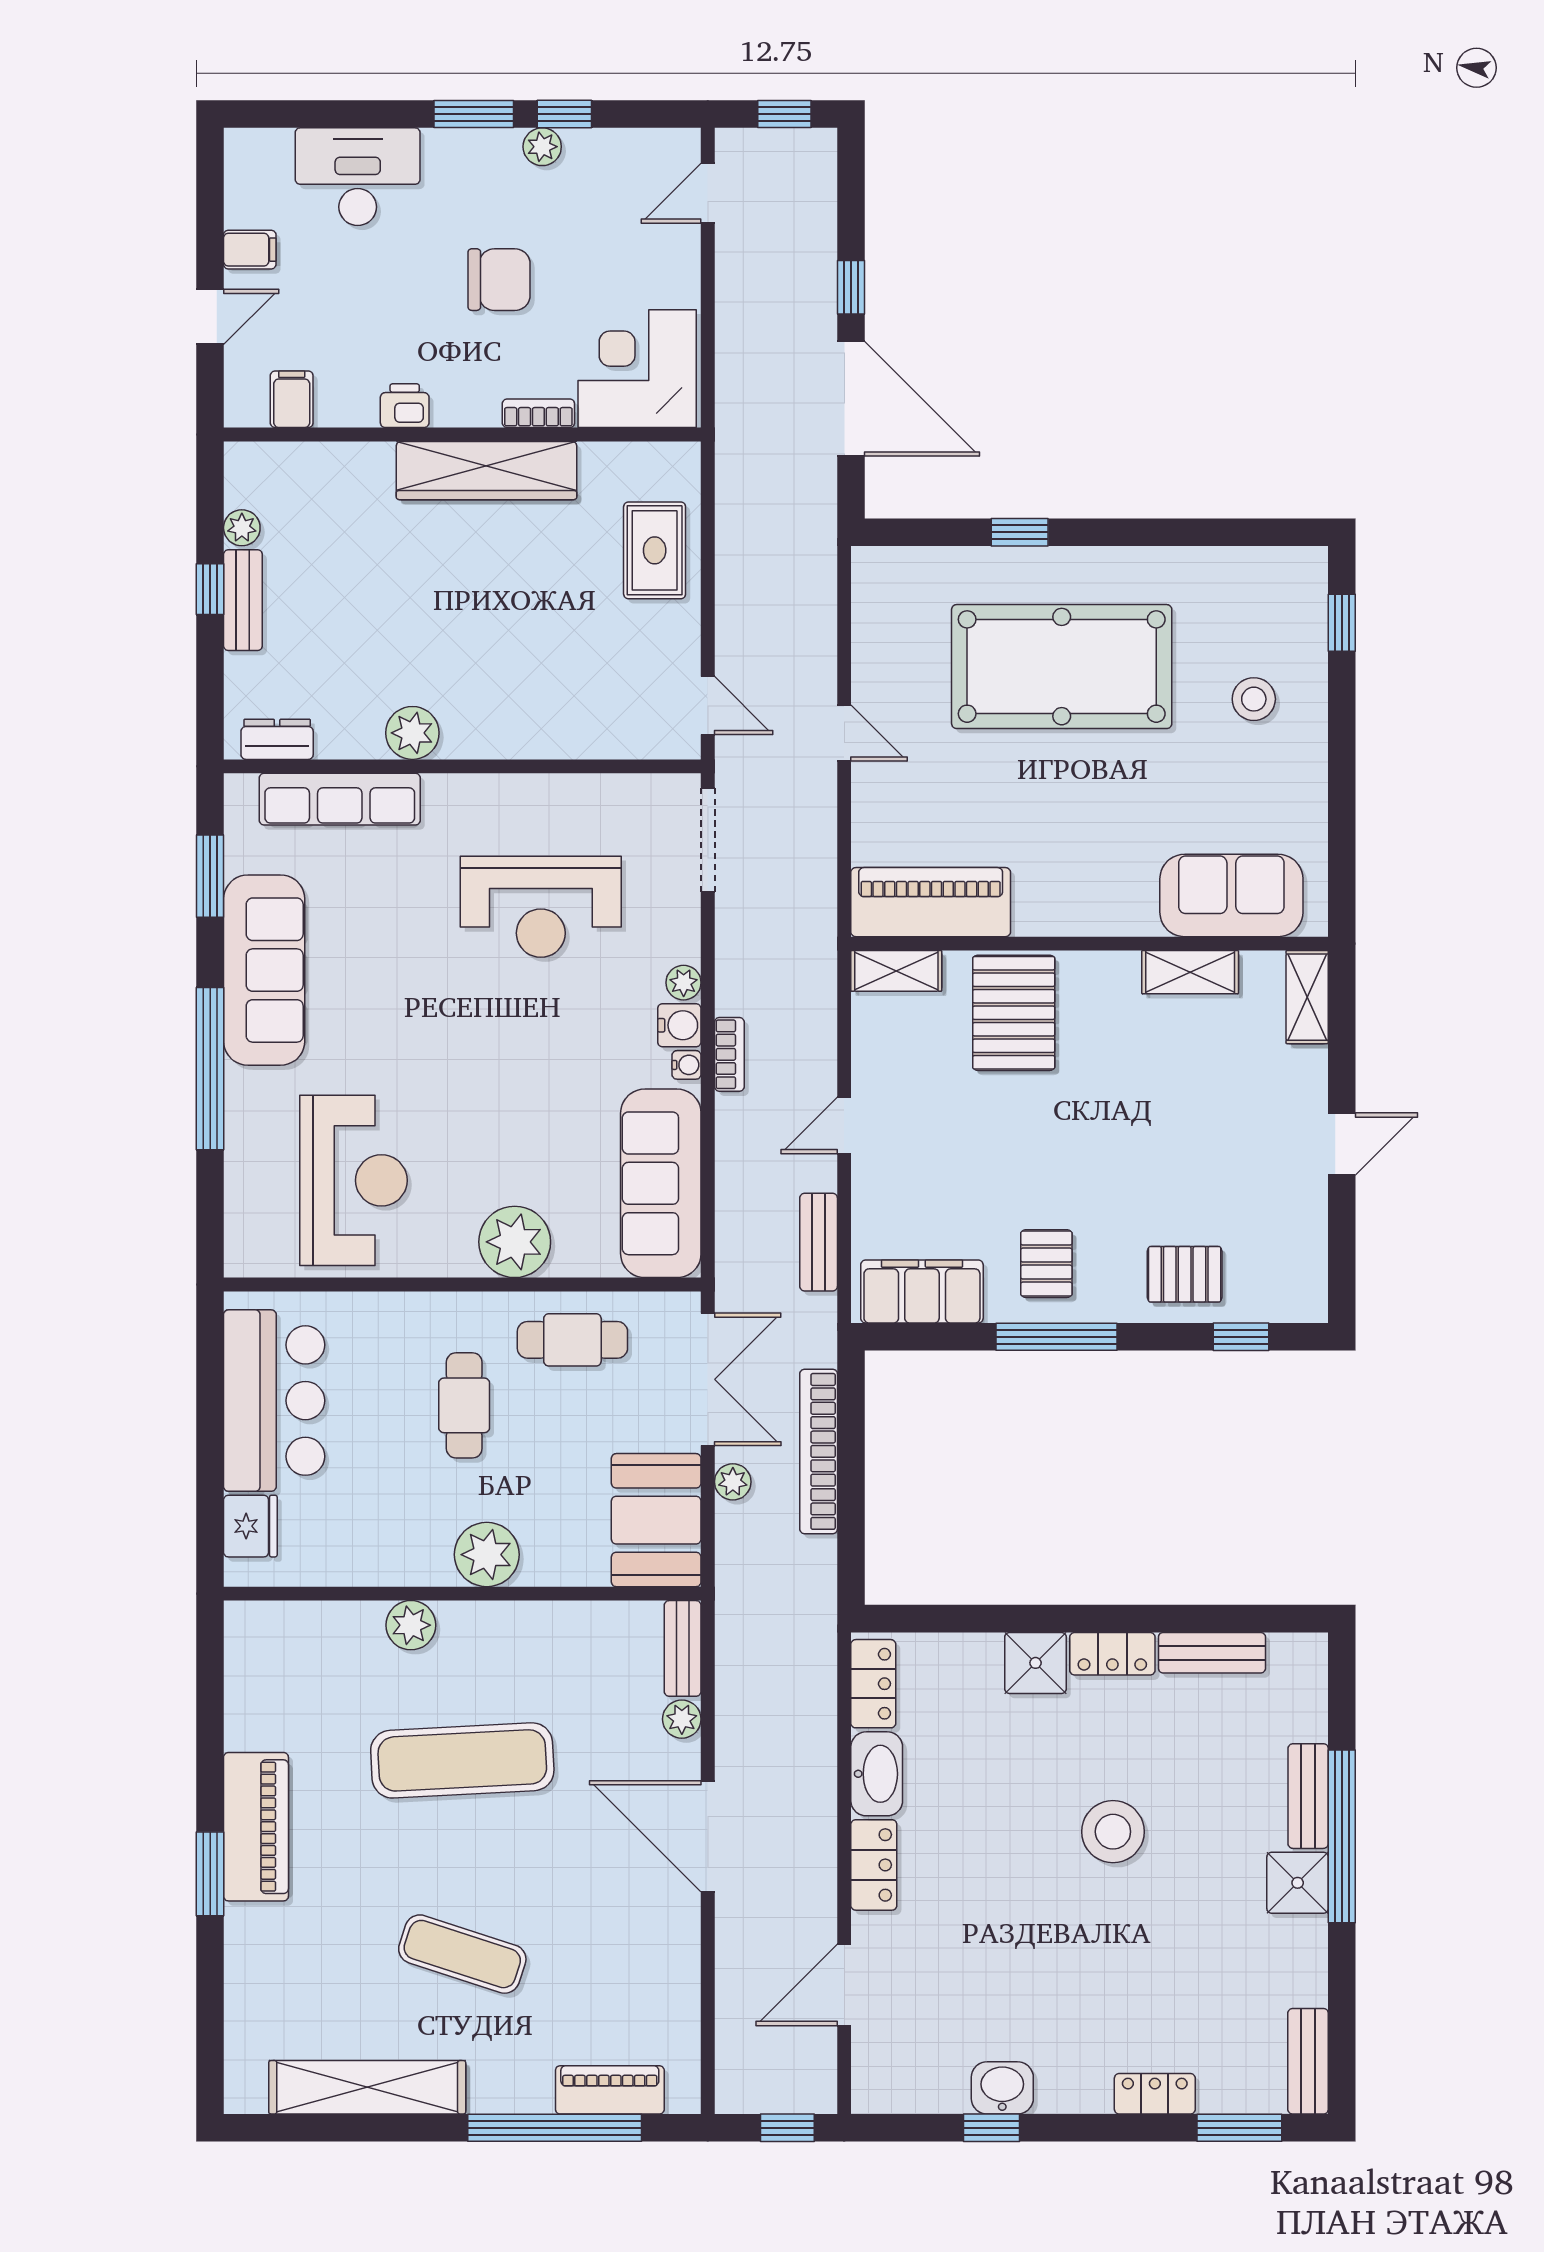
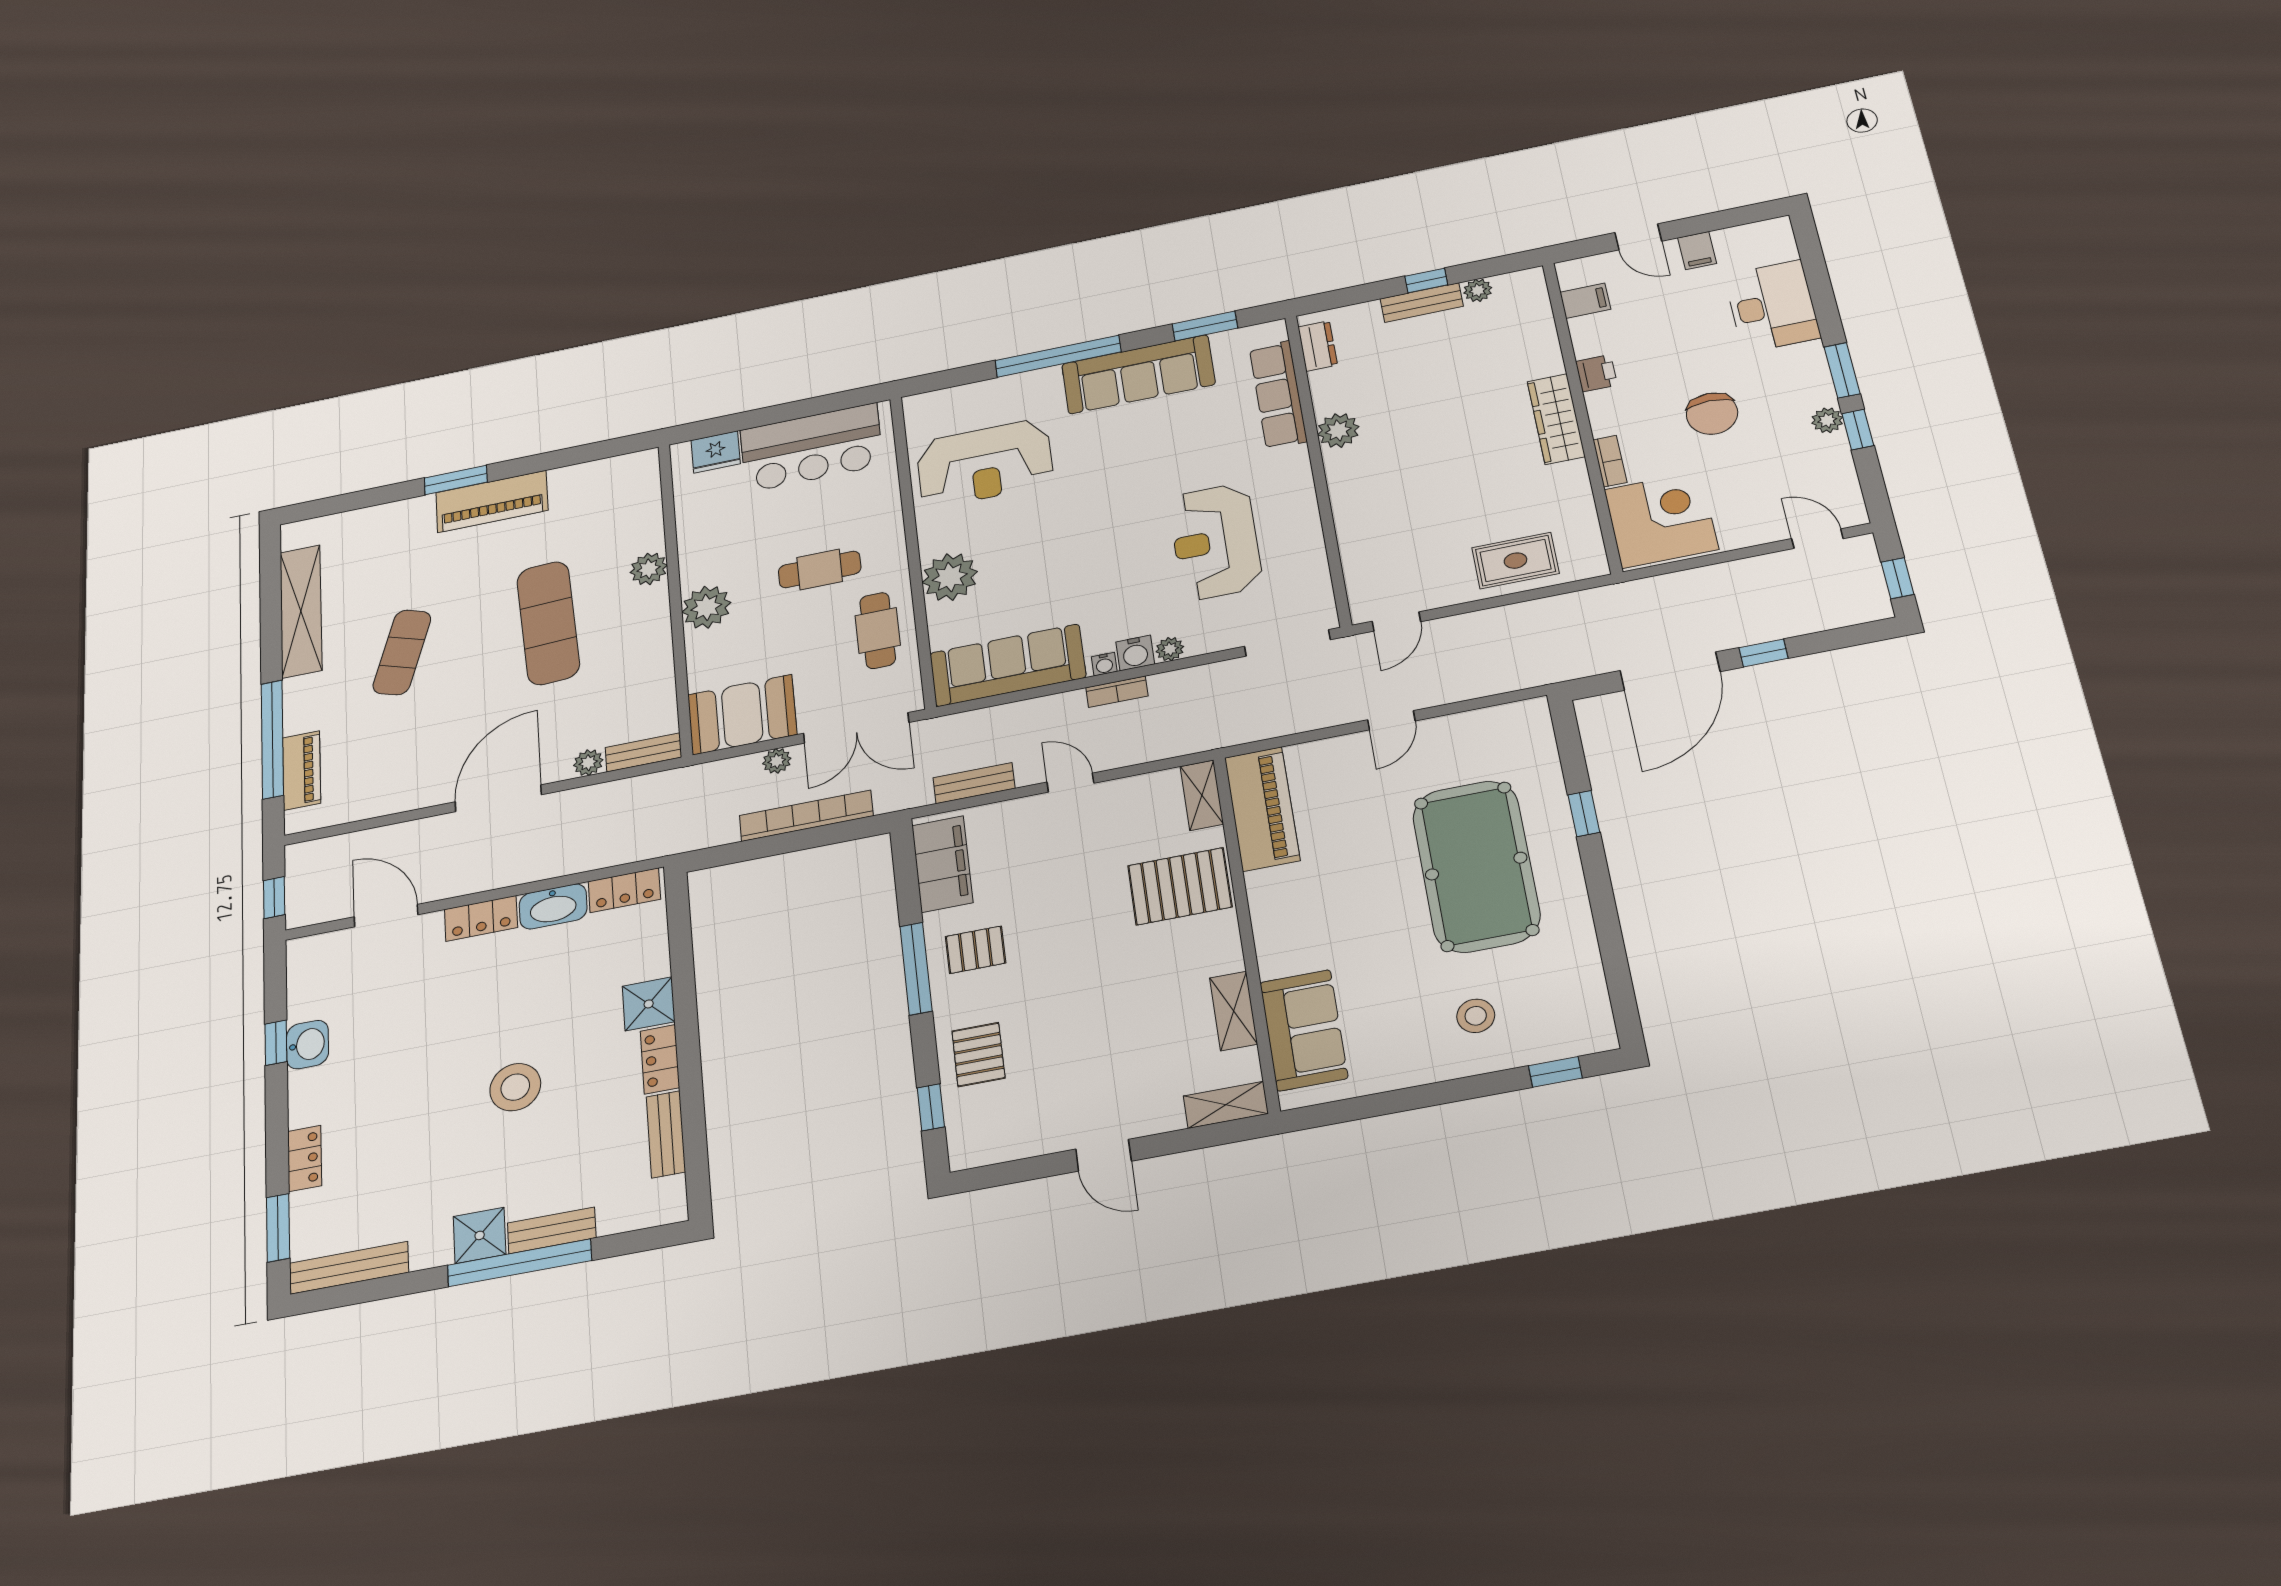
wardrobe: (487, 471) -> (1556, 419), width x0.71, depth x0.85
bench: (1308, 2061) -> (349, 1268), width x1.36

